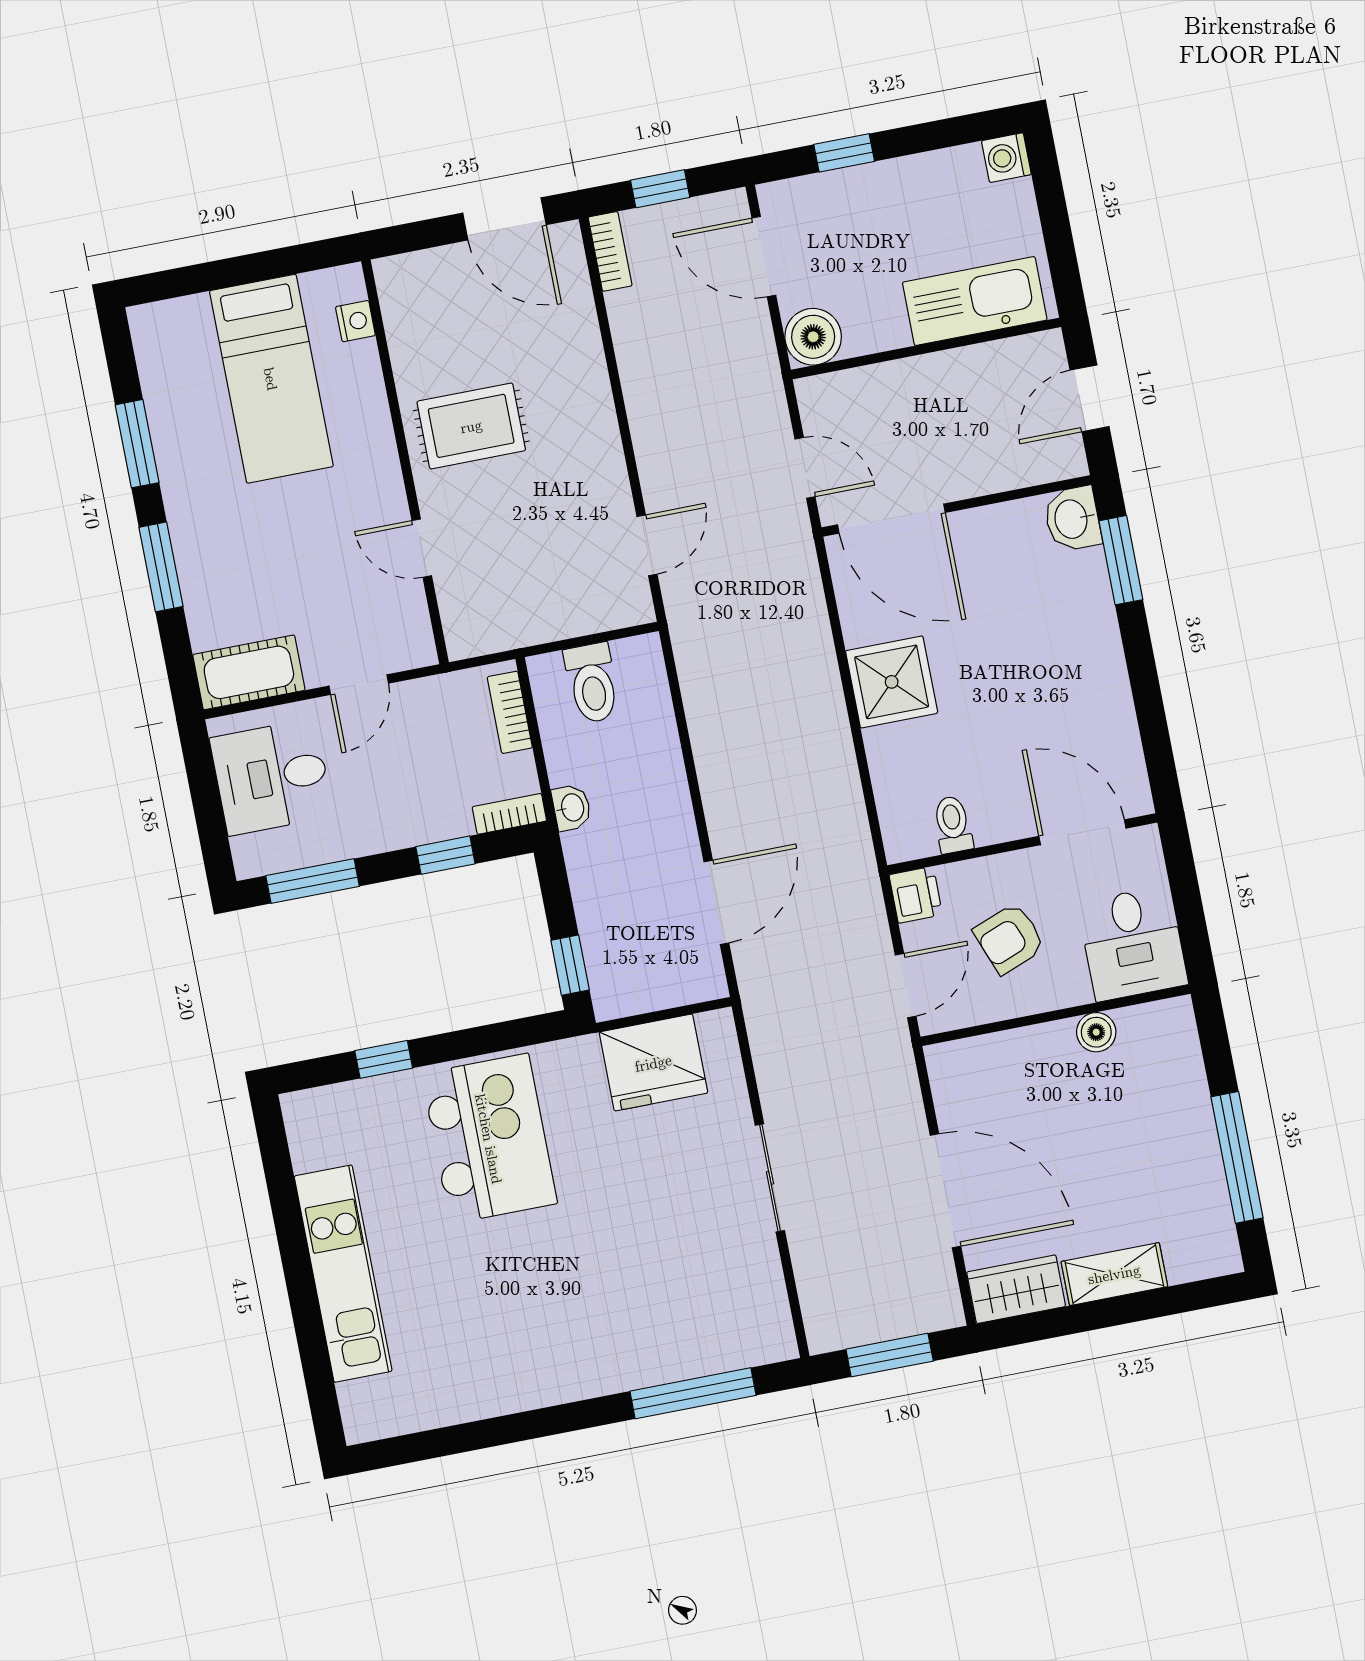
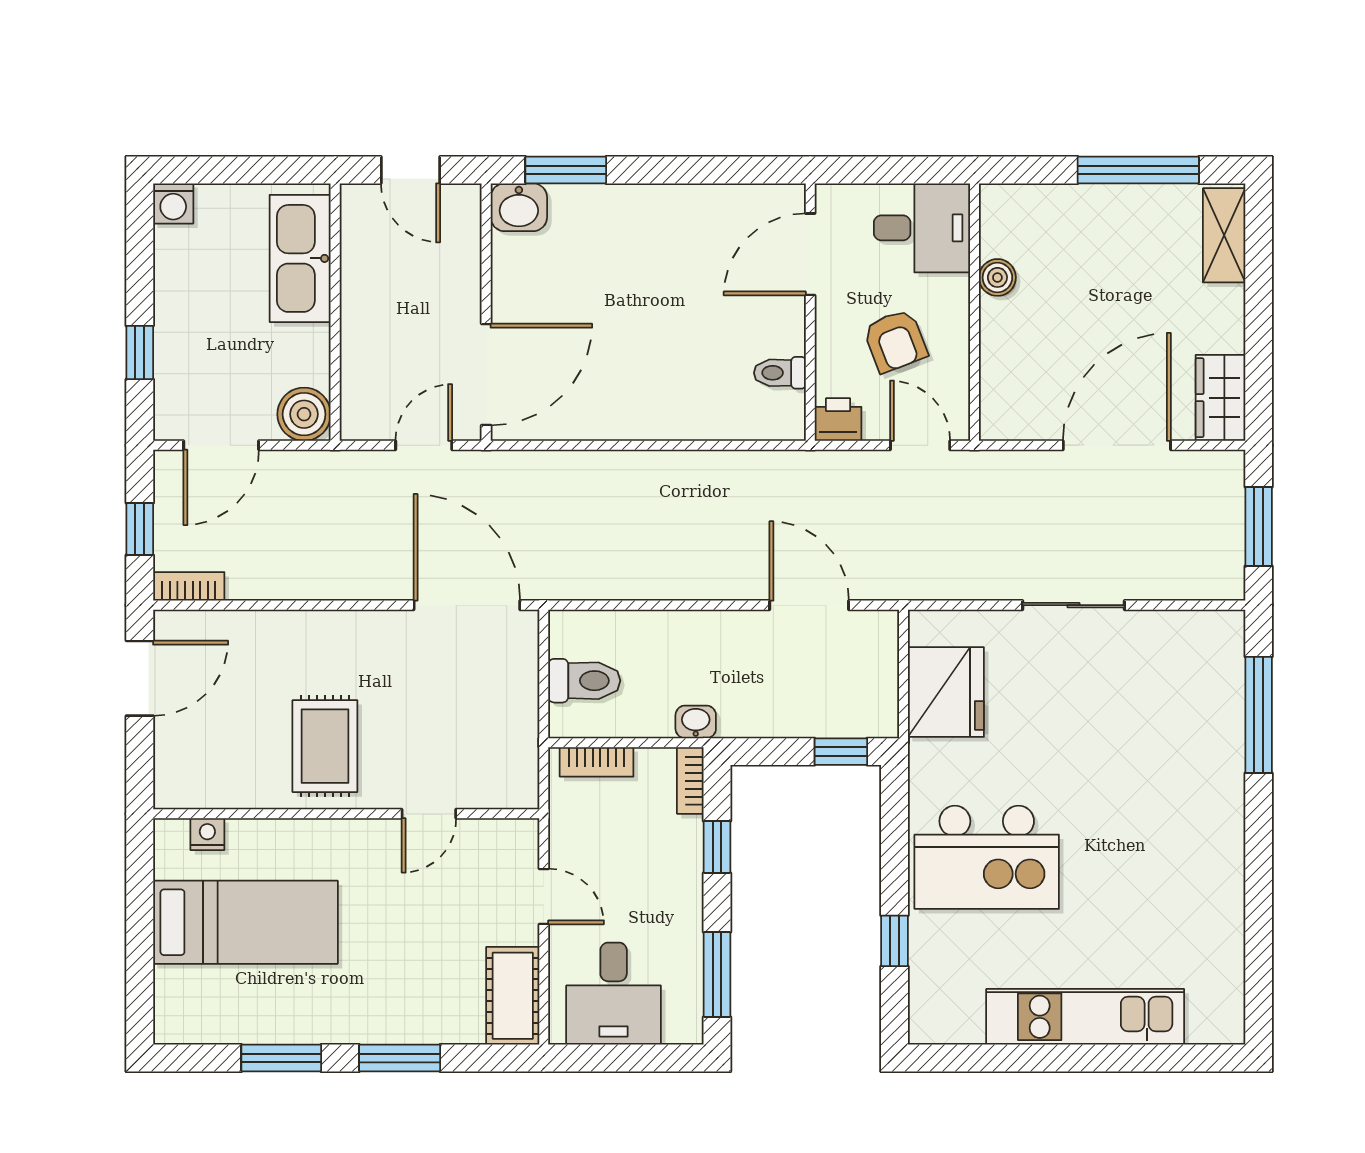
door: (647, 545) -> (467, 605), width x1.88
shower: (892, 682) -> (637, 404), removed
kitchen island: (489, 1139) -> (987, 857), turned 180
shelving: (1114, 1274) -> (1224, 235), moved

